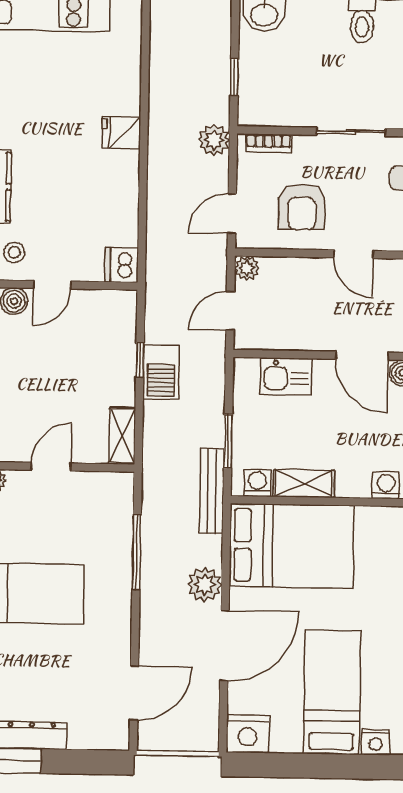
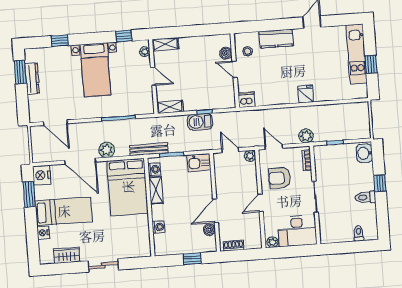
kitchen sink: (286, 376) -> (199, 162), moved, turned -90
window: (288, 765) -> (29, 194), added

